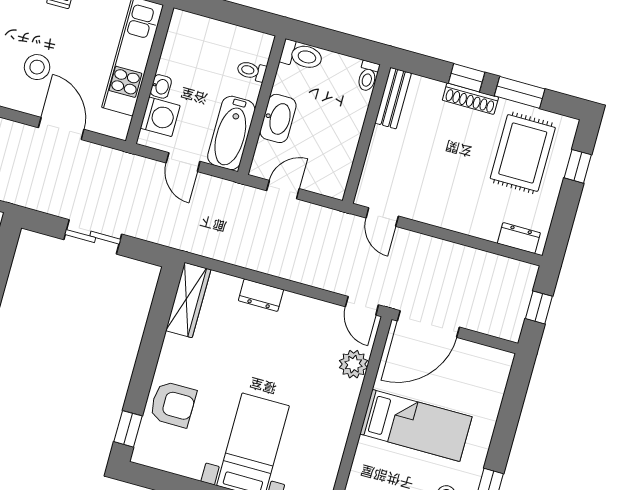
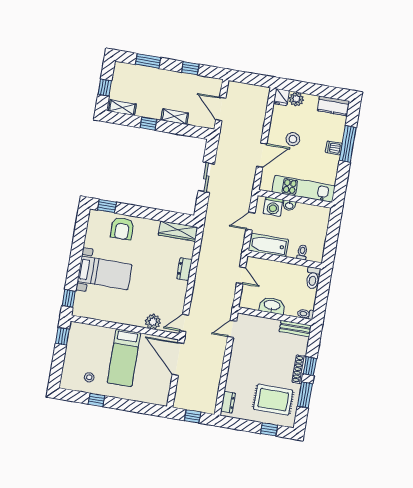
washbasin: (278, 118) -> (272, 305), moved, turned 180

